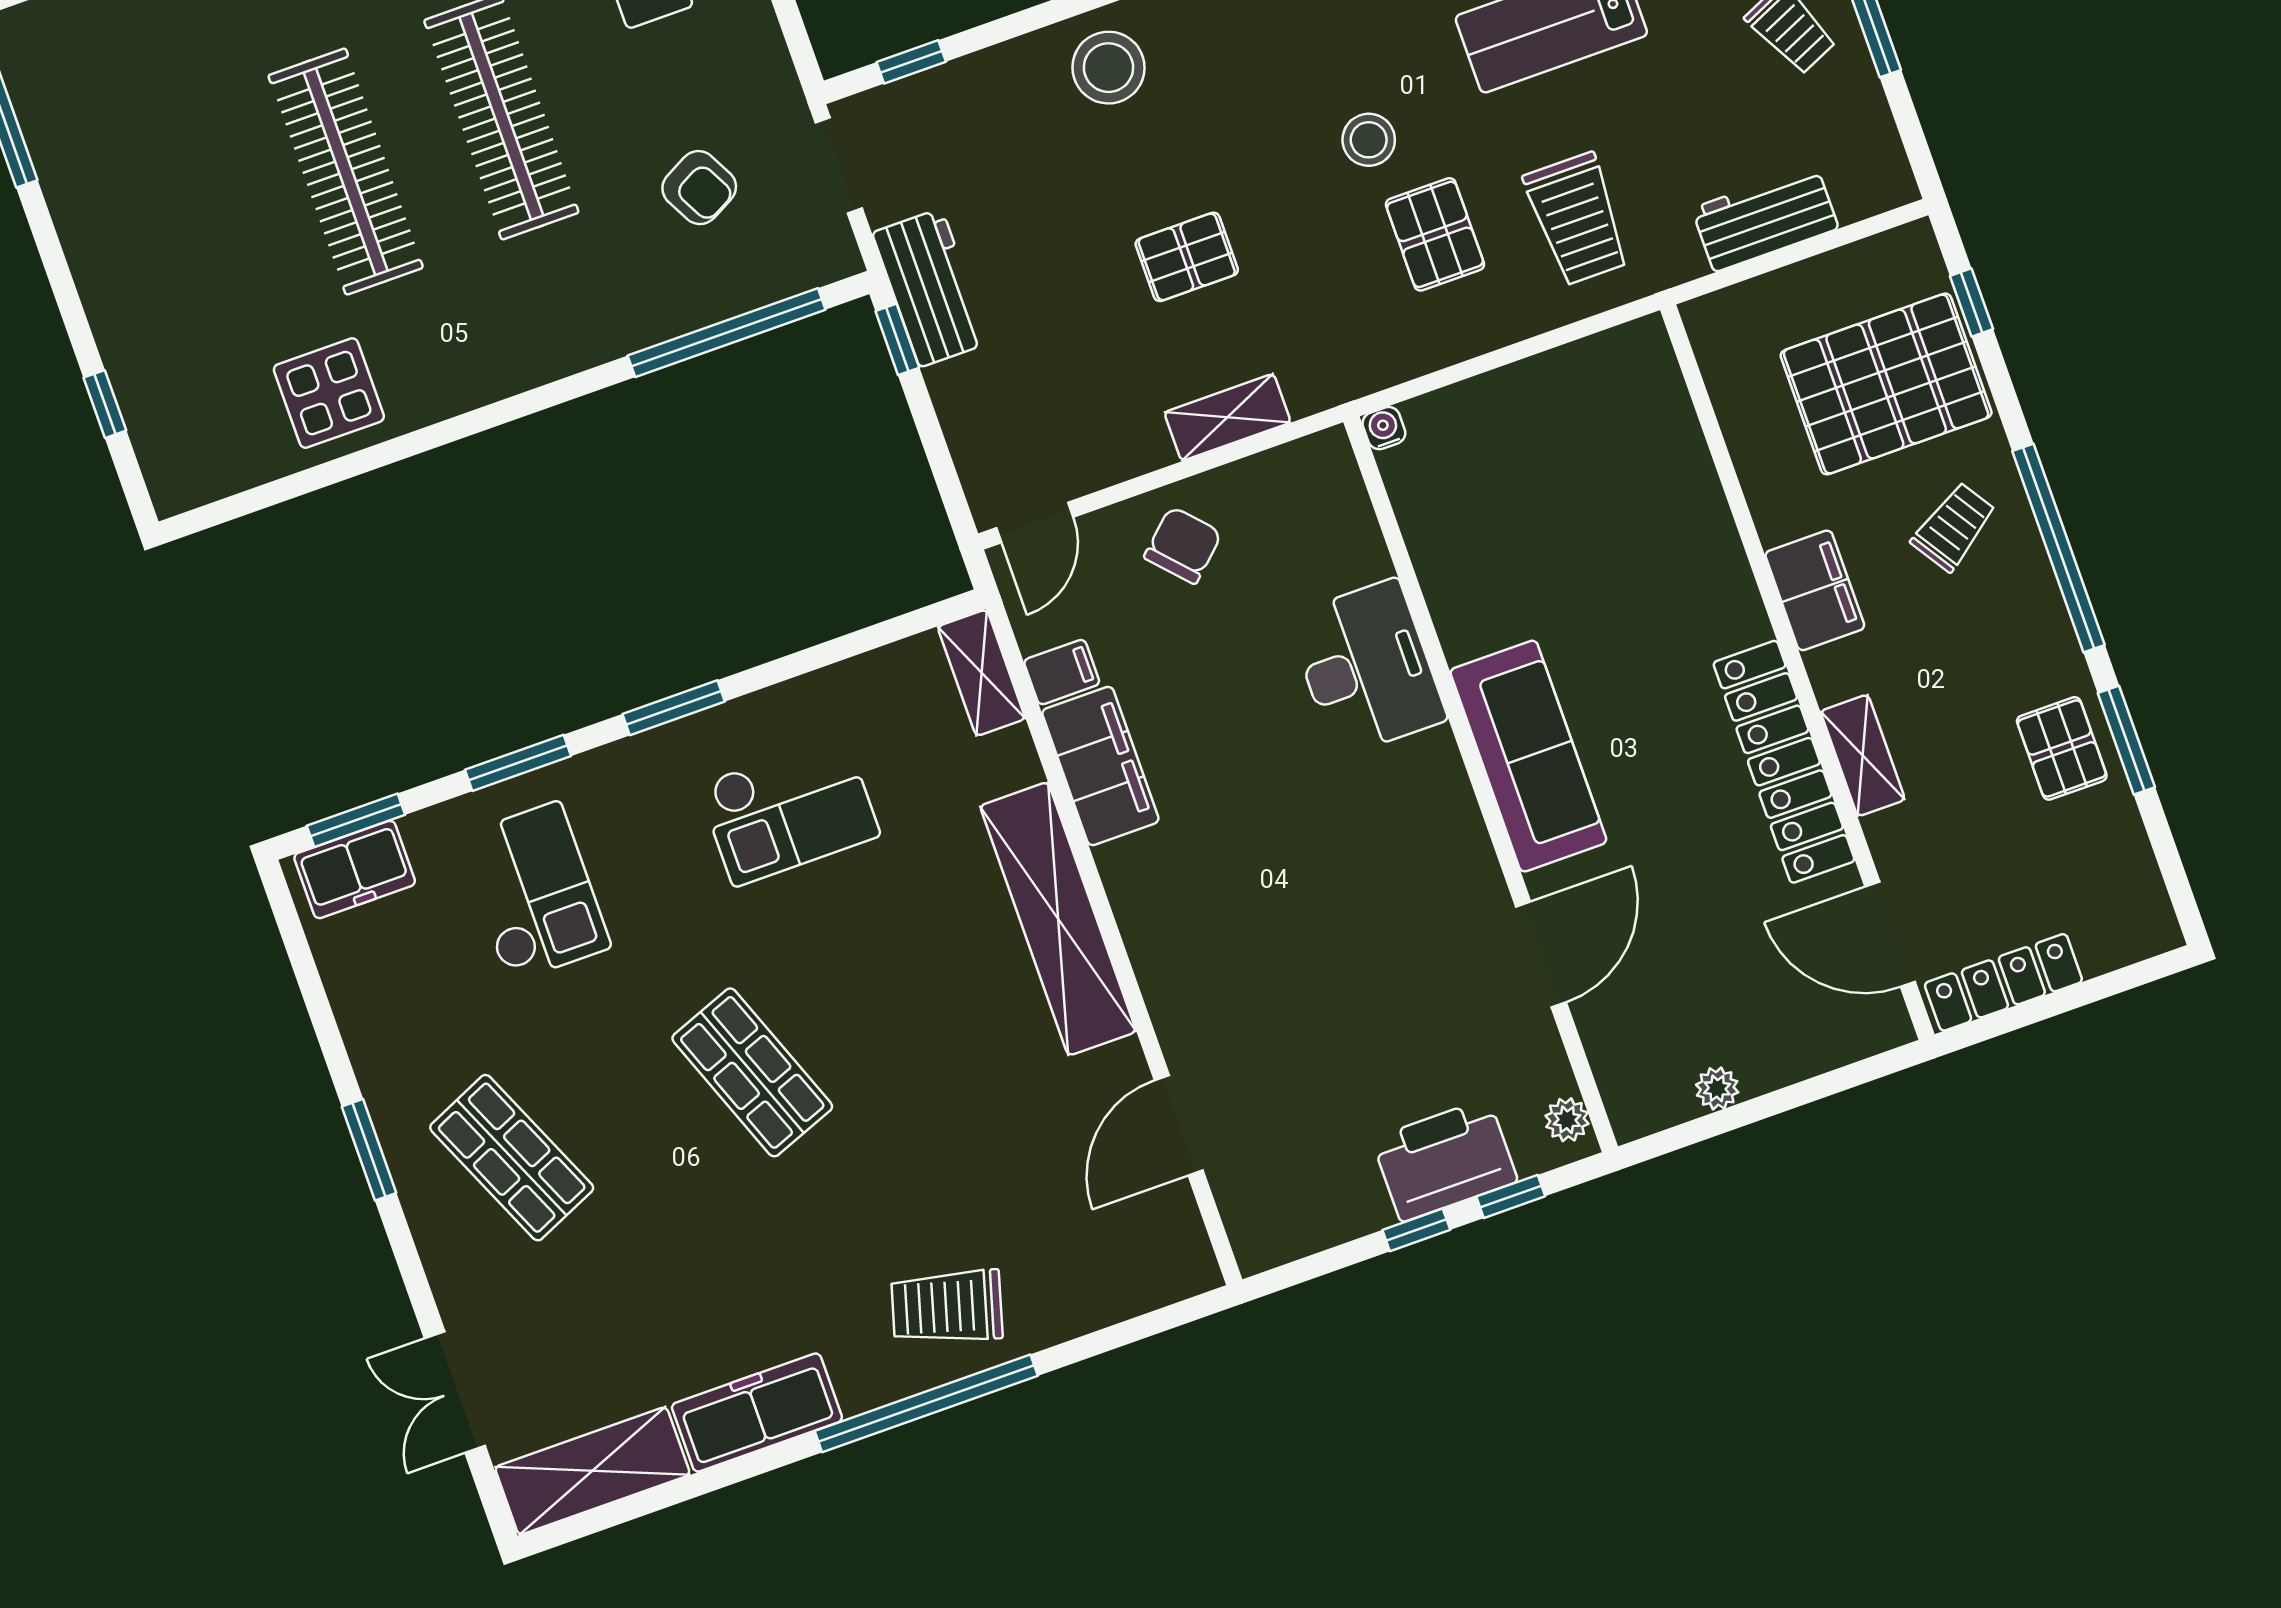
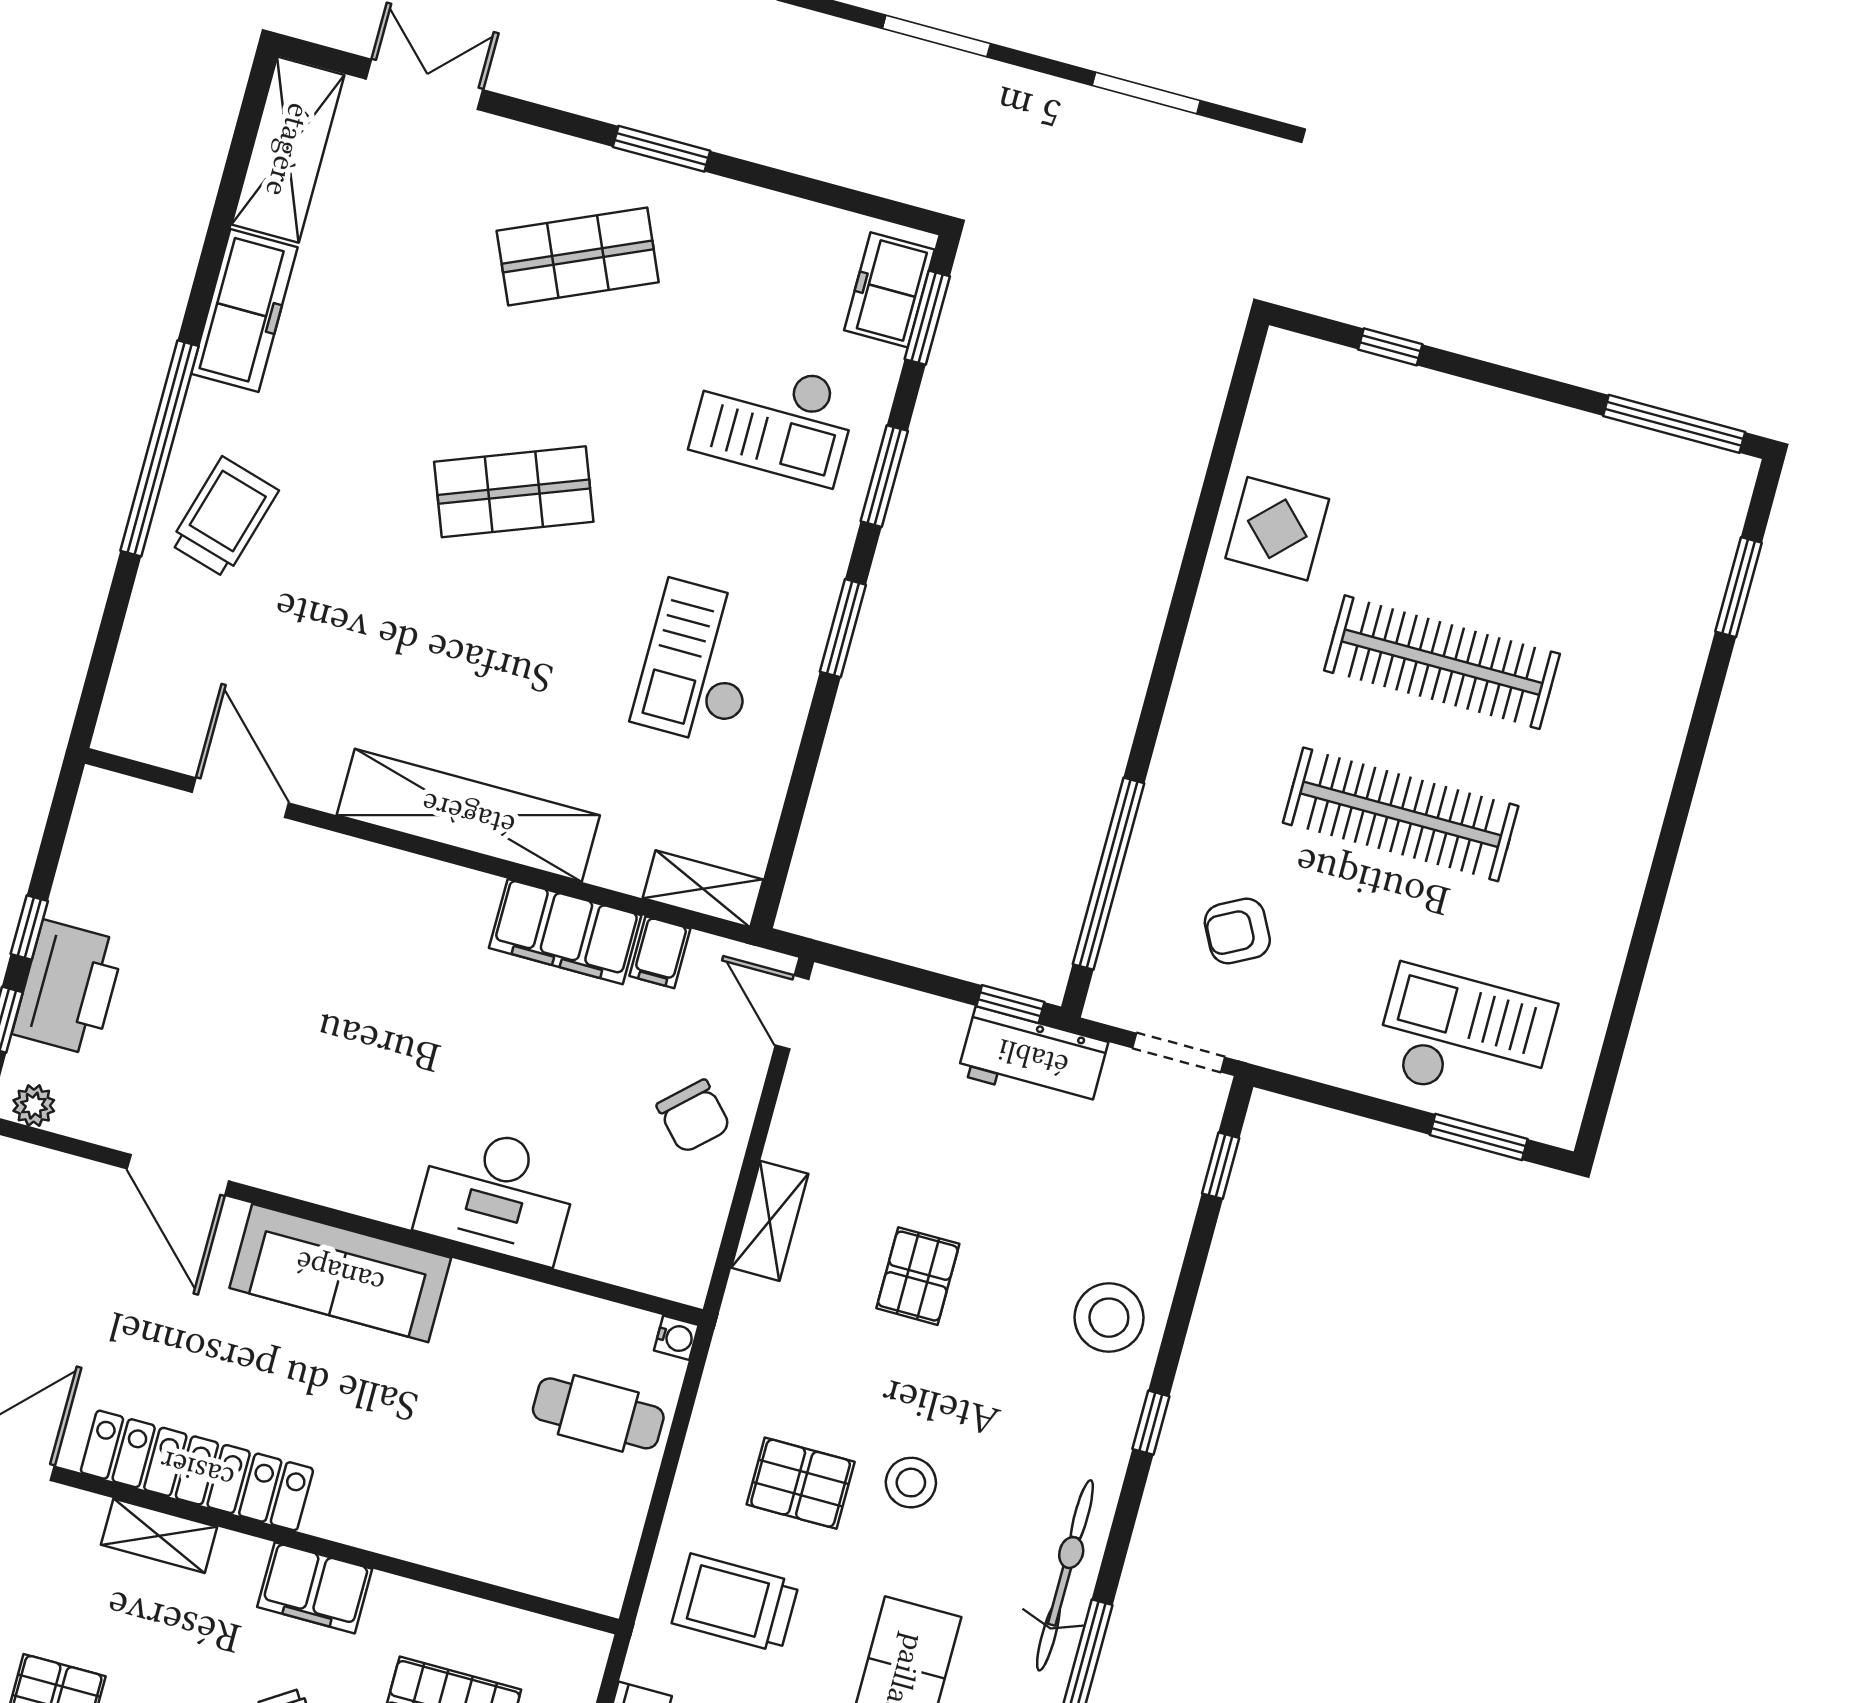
cafe table: (1496, 450) -> (598, 1413), added

